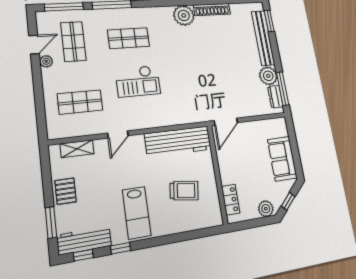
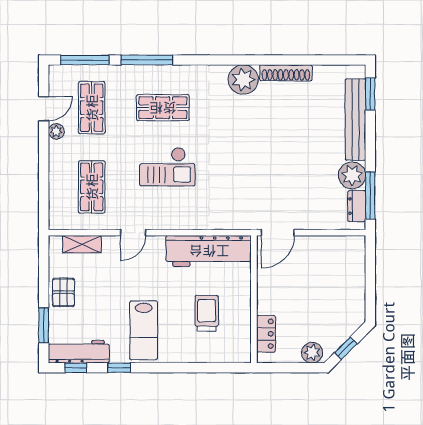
shop shelf: (80, 102) -> (92, 187), turned 90
sofa: (282, 159) -> (349, 292), removed
trolley: (184, 191) -> (207, 313), turned -98

